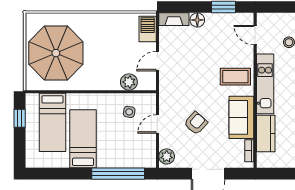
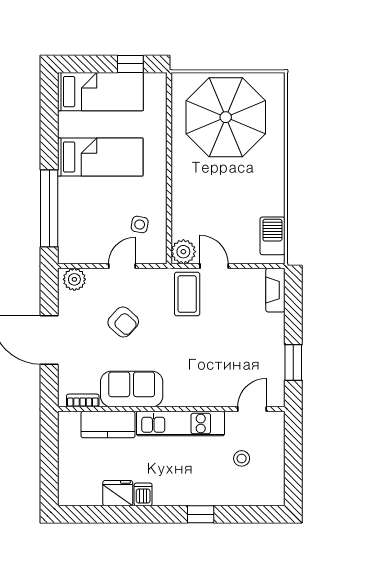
floor lamp: (197, 20) -> (274, 324), removed
barbecue: (148, 29) -> (272, 236), moved, turned -90
coffee table: (235, 77) -> (187, 294), moved
plant: (129, 82) -> (183, 252), moved
bed: (52, 122) -> (100, 92), moved, turned 180
door: (157, 124) -> (122, 266), hinge flipped

